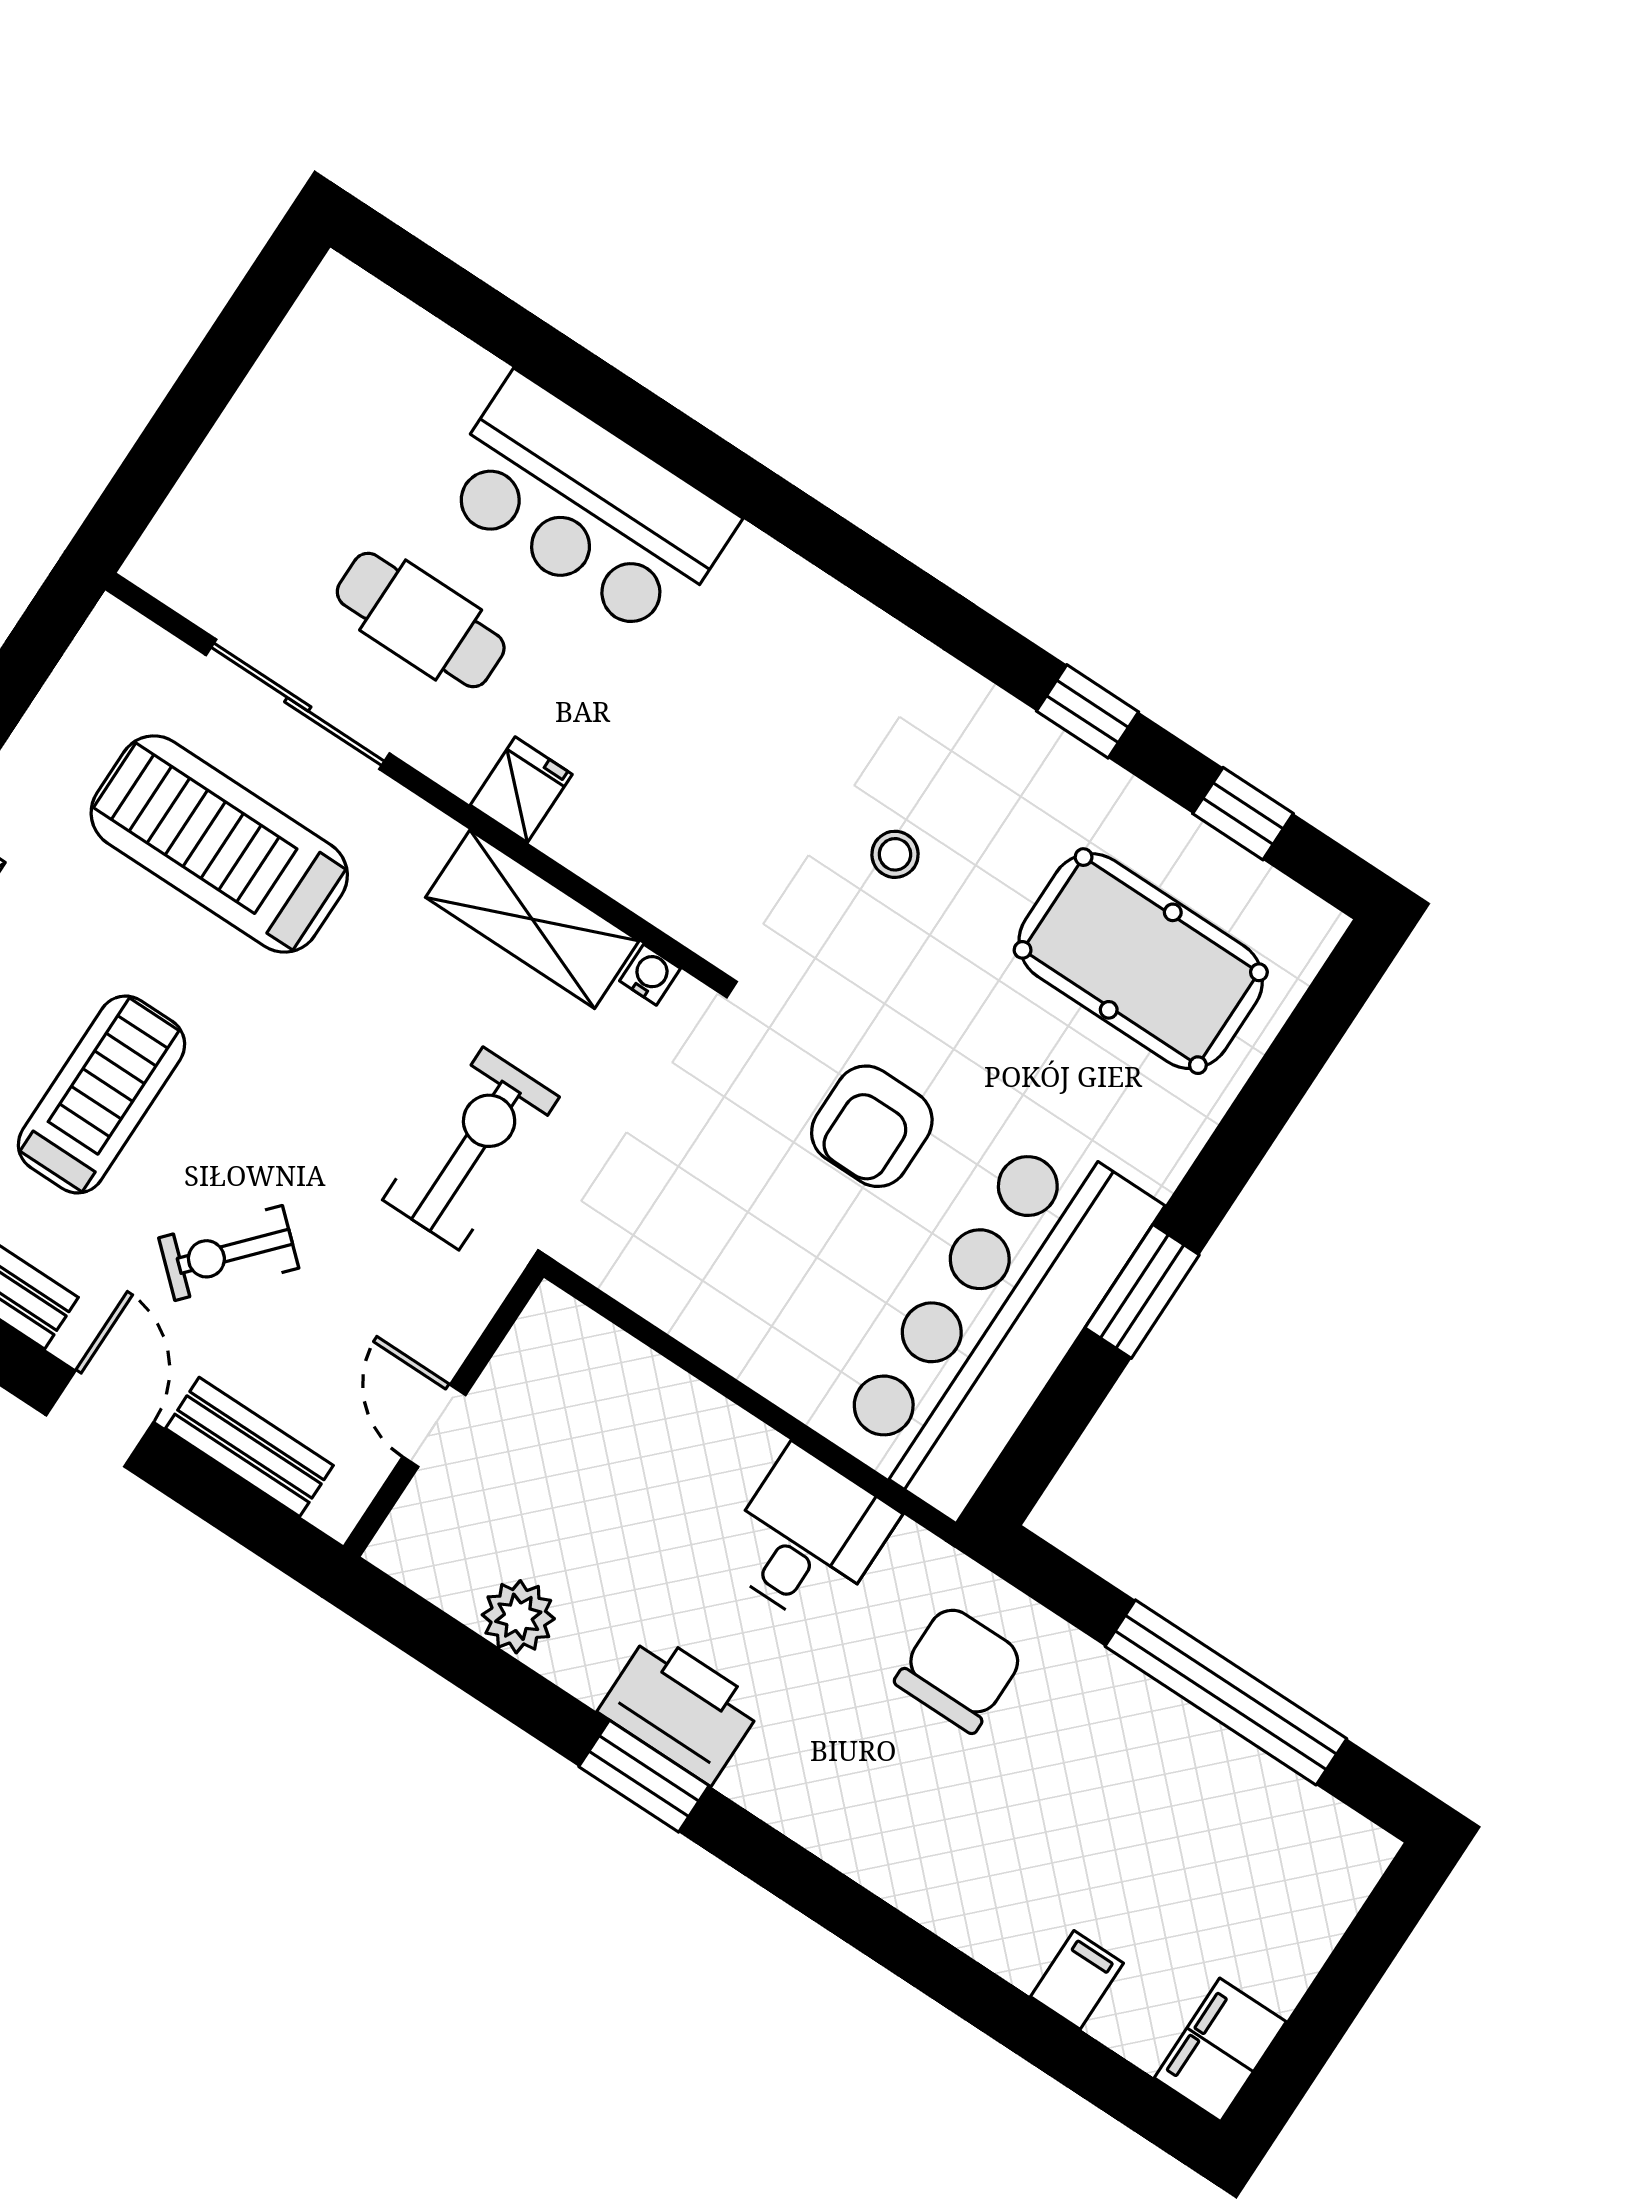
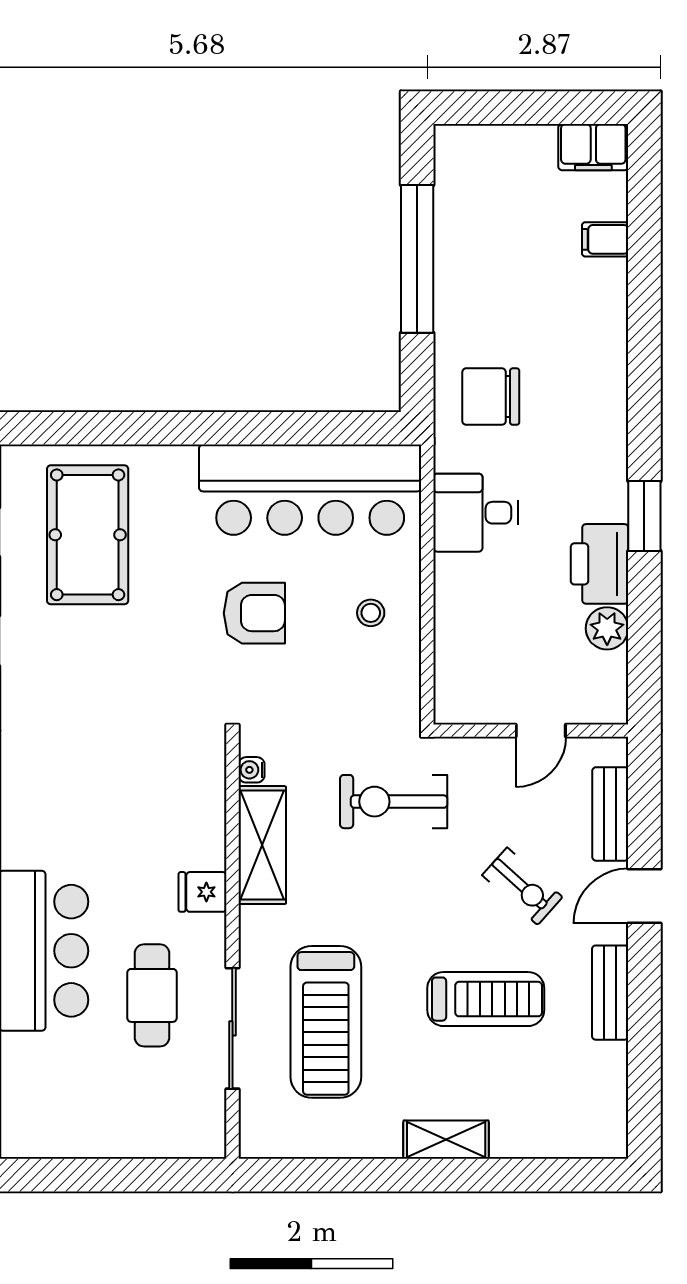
stool: (895, 854) -> (371, 613), moved
treadmill: (102, 1094) -> (486, 999), turned 180
window: (1142, 1291) -> (248, 428), removed
printer: (681, 1708) -> (600, 564), moved

